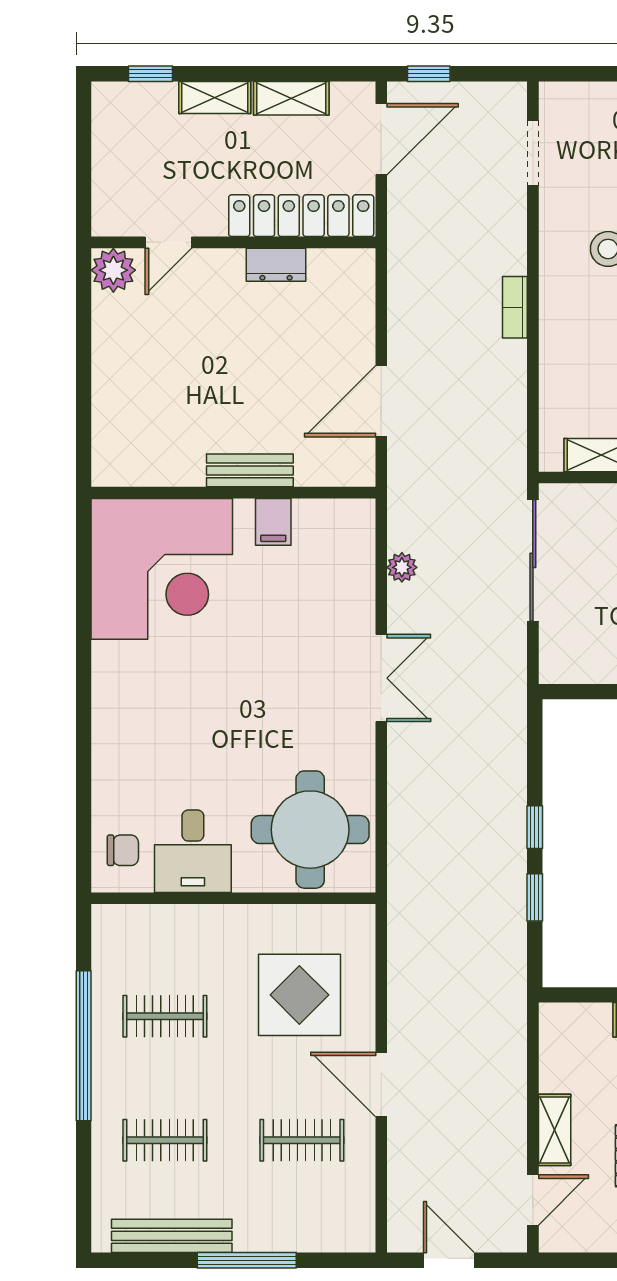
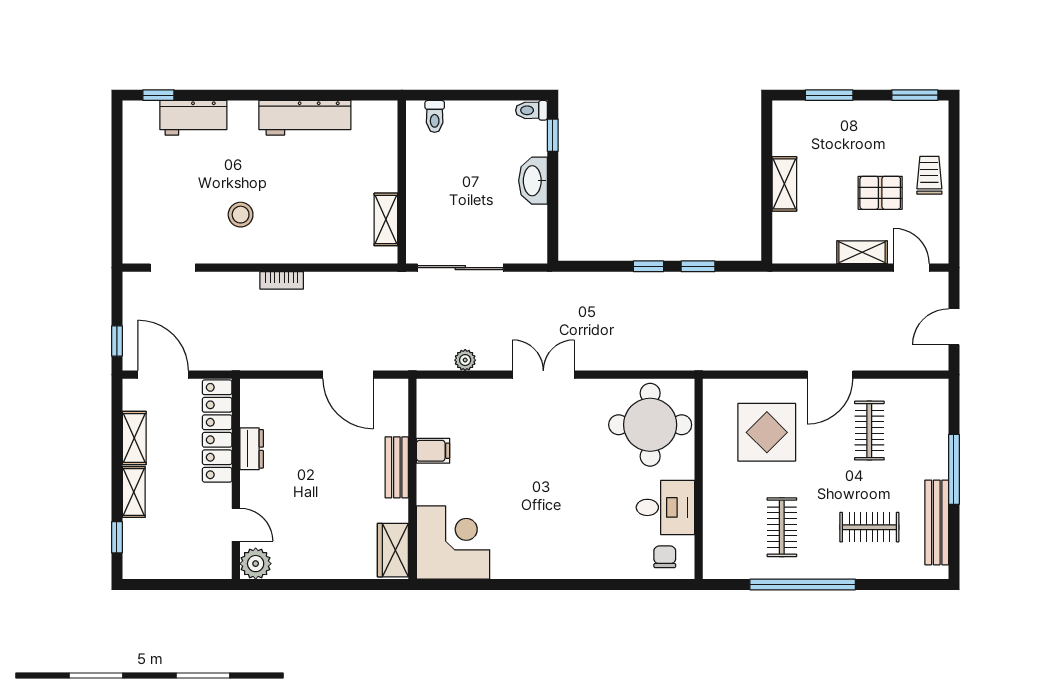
wardrobe: (132, 465) -> (393, 550), added
corner desk: (162, 569) -> (453, 543), width x0.74, depth x0.74
clothes rail: (165, 1140) -> (869, 527), turned 90

